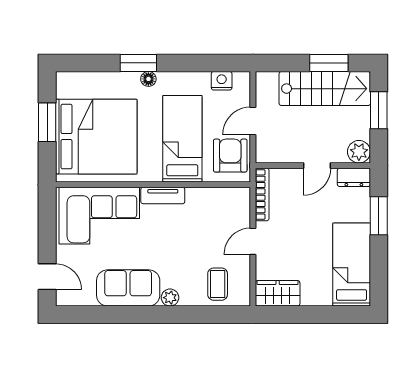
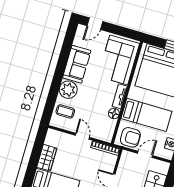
door: (253, 121) -> (145, 154), hinge flipped
floor lamp: (196, 197) -> (114, 113), added
wardrobe: (278, 293) -> (47, 158), moved
plant: (170, 298) -> (68, 90), width x1.87, depth x1.87

